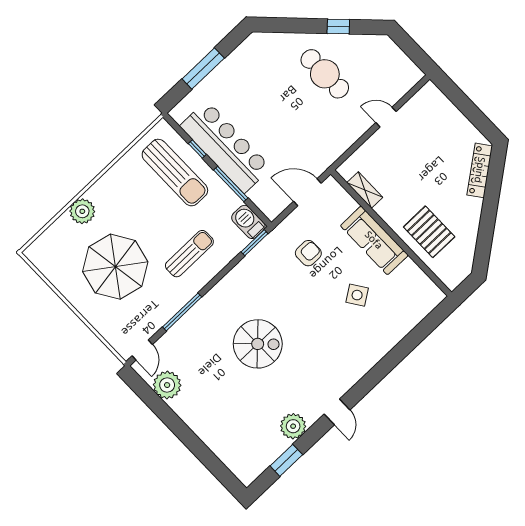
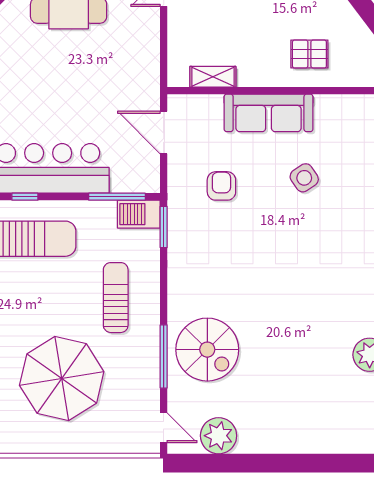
window: (231, 184) -> (117, 197), moved
door: (307, 192) -> (164, 132), hinge flipped
pallet: (429, 232) -> (309, 54), width x0.67, depth x0.71
spiral stairs: (258, 344) -> (207, 350), moved, turned 90

